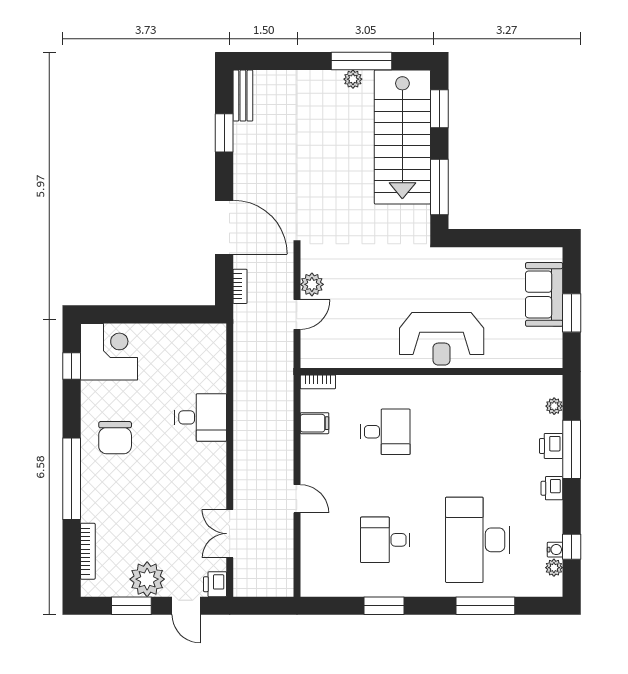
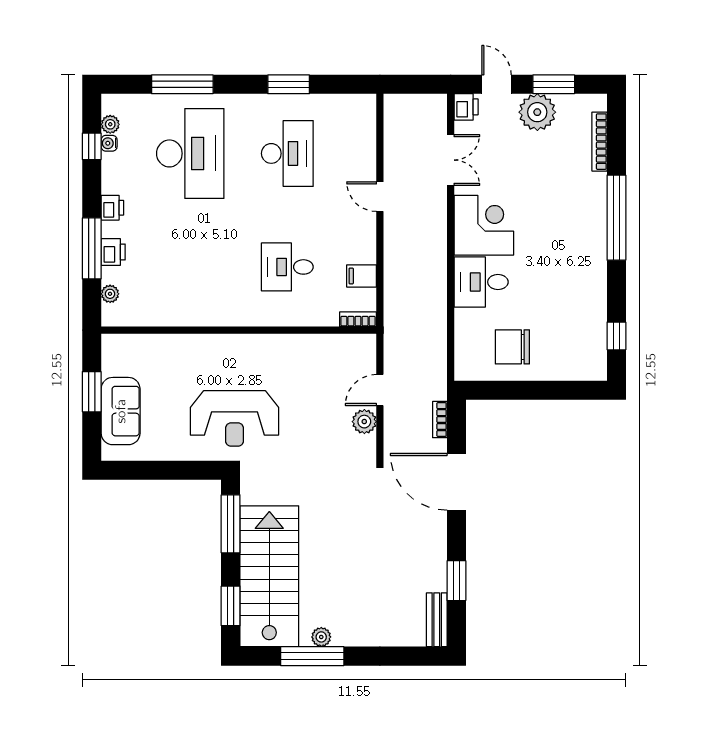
reception desk: (442, 339) -> (234, 418), moved, turned 180
corner desk: (109, 352) -> (484, 225), moved, turned 180
chair: (115, 438) -> (512, 347), moved, turned -90
desk: (385, 540) -> (287, 153), width x1.37

